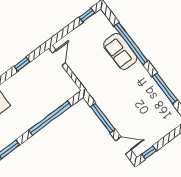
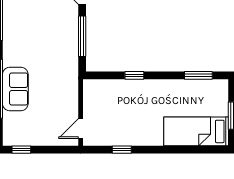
window: (50, 118) -> (134, 75), width x0.32

